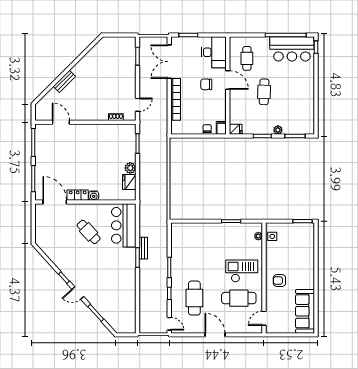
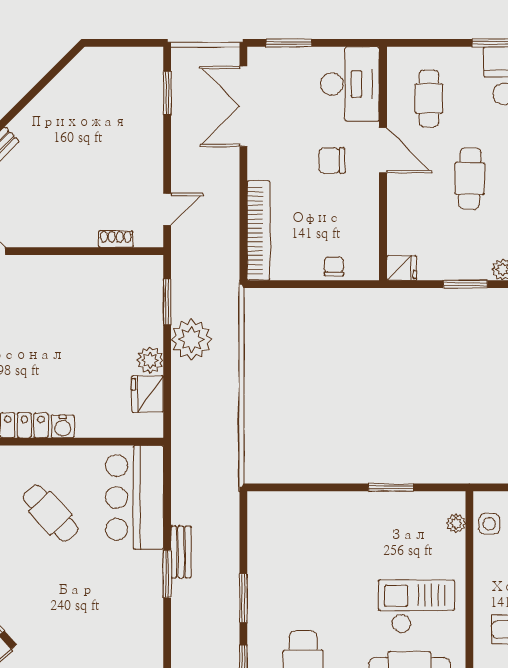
bookcase: (176, 99) -> (258, 230), moved
filing cabinet: (221, 128) -> (367, 265), removed
plant: (148, 159) -> (191, 339), added

